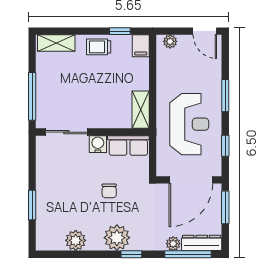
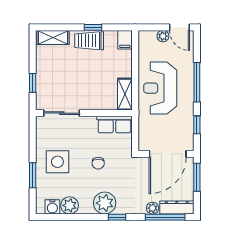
window: (120, 31) -> (93, 27), moved
plant: (170, 41) -> (163, 36), moved
trolley: (99, 47) -> (89, 41), width x1.36, depth x1.39
window: (32, 96) -> (33, 83), width x0.46
window: (225, 96) -> (197, 82), width x1.44
reception desk: (189, 124) -> (160, 88), moved, turned 180
water cooler: (98, 144) -> (52, 207), moved, turned 180
side table: (61, 189) -> (57, 162), added

